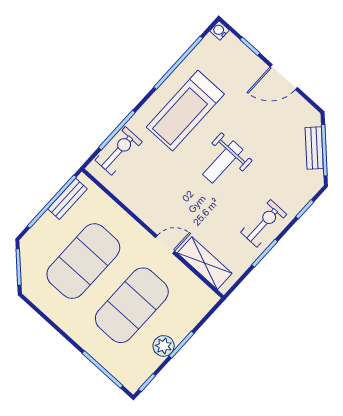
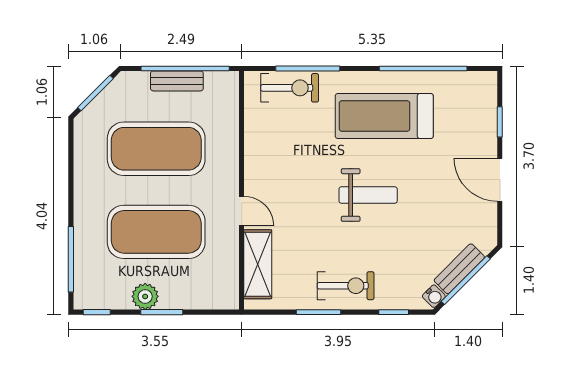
water cooler: (219, 31) -> (434, 296), moved, turned 135
weight bench: (223, 162) -> (368, 195), turned 180
bench: (68, 199) -> (177, 81), moved

